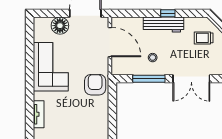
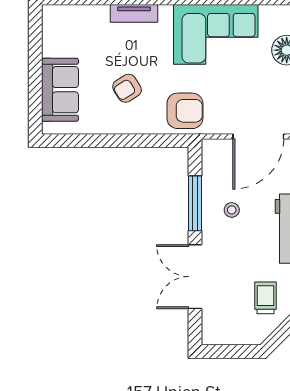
armchair: (82, 118) -> (127, 88), added

